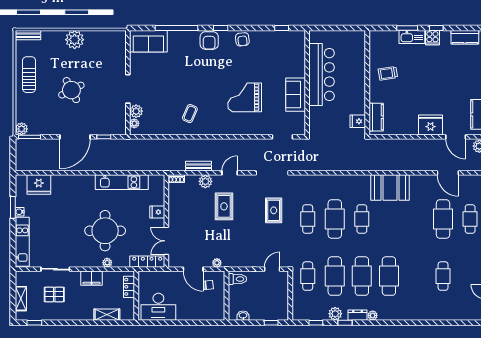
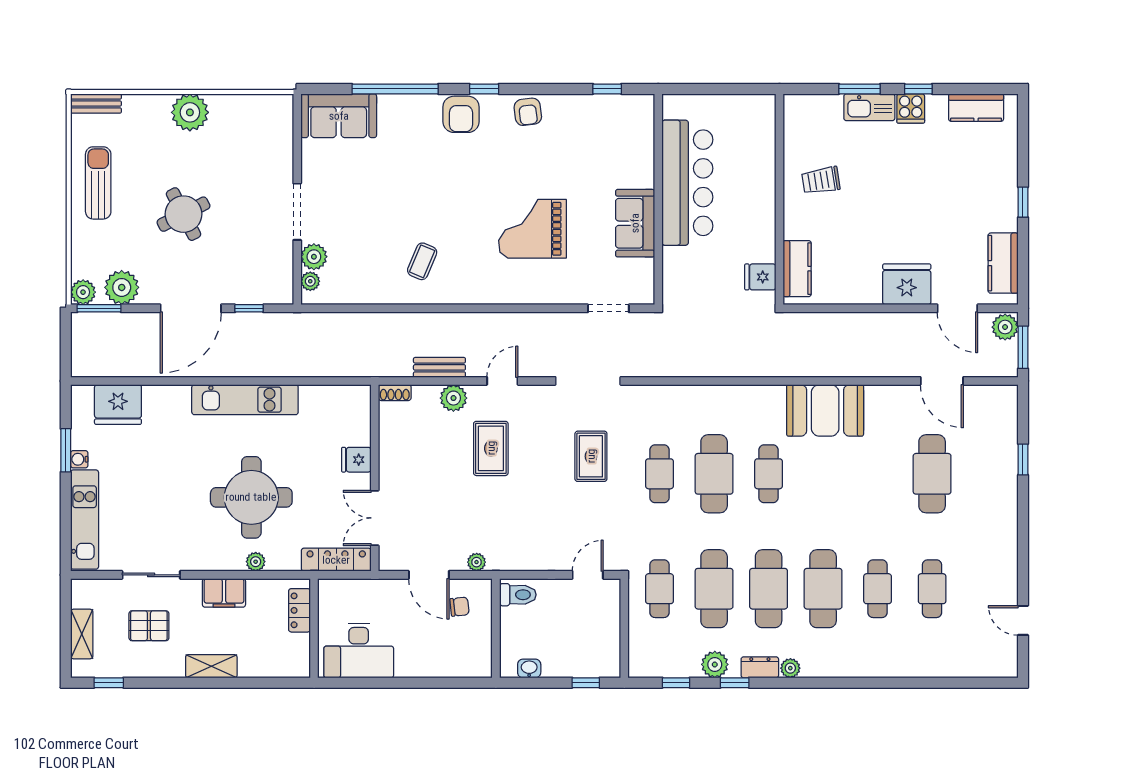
plant: (41, 126) -> (122, 287), added
kitchen unit: (122, 182) -> (245, 400), moved
cafe table: (470, 219) -> (878, 589), moved
shelving: (107, 315) -> (211, 666), moved

